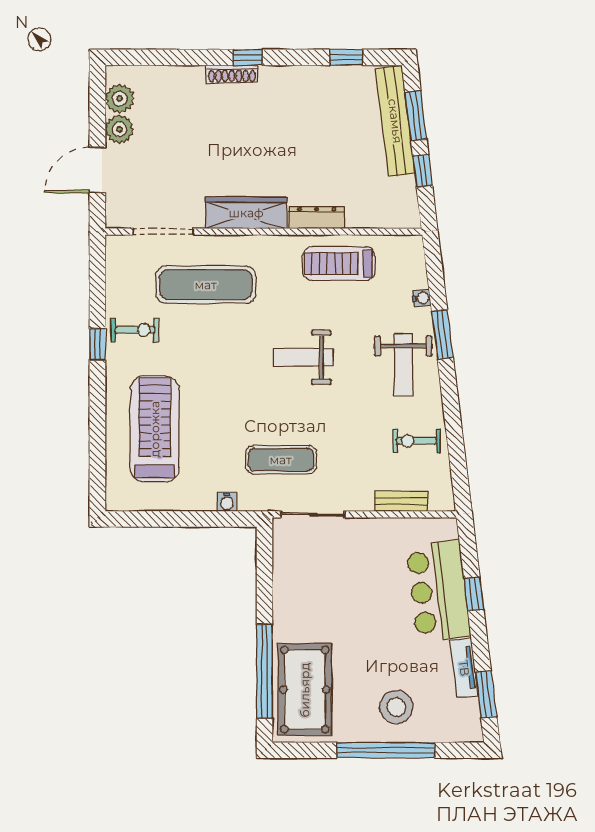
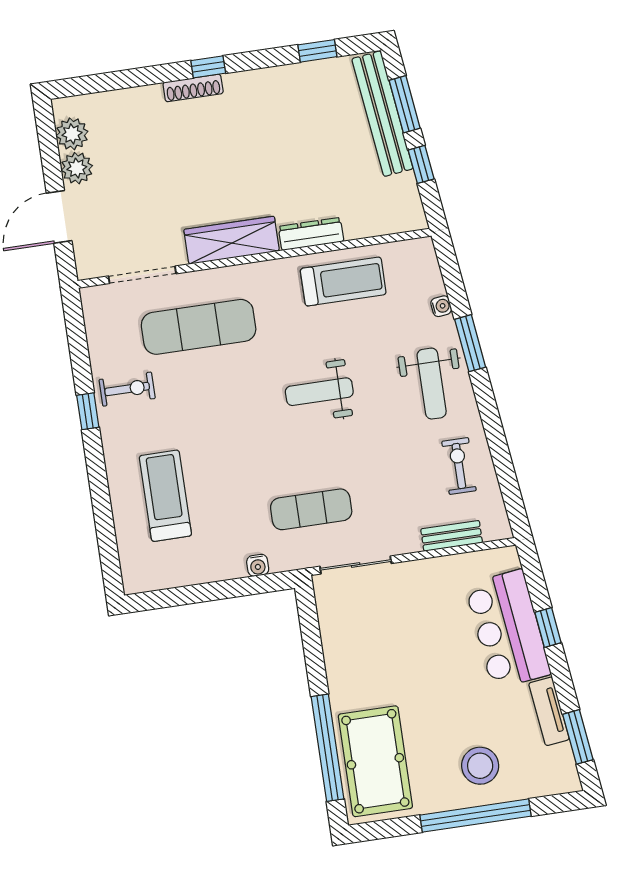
treadmill: (339, 264) -> (343, 282), turned 180
treadmill: (155, 429) -> (165, 496), width x0.73, depth x0.73
exercise bike: (417, 441) -> (459, 466), turned 90

